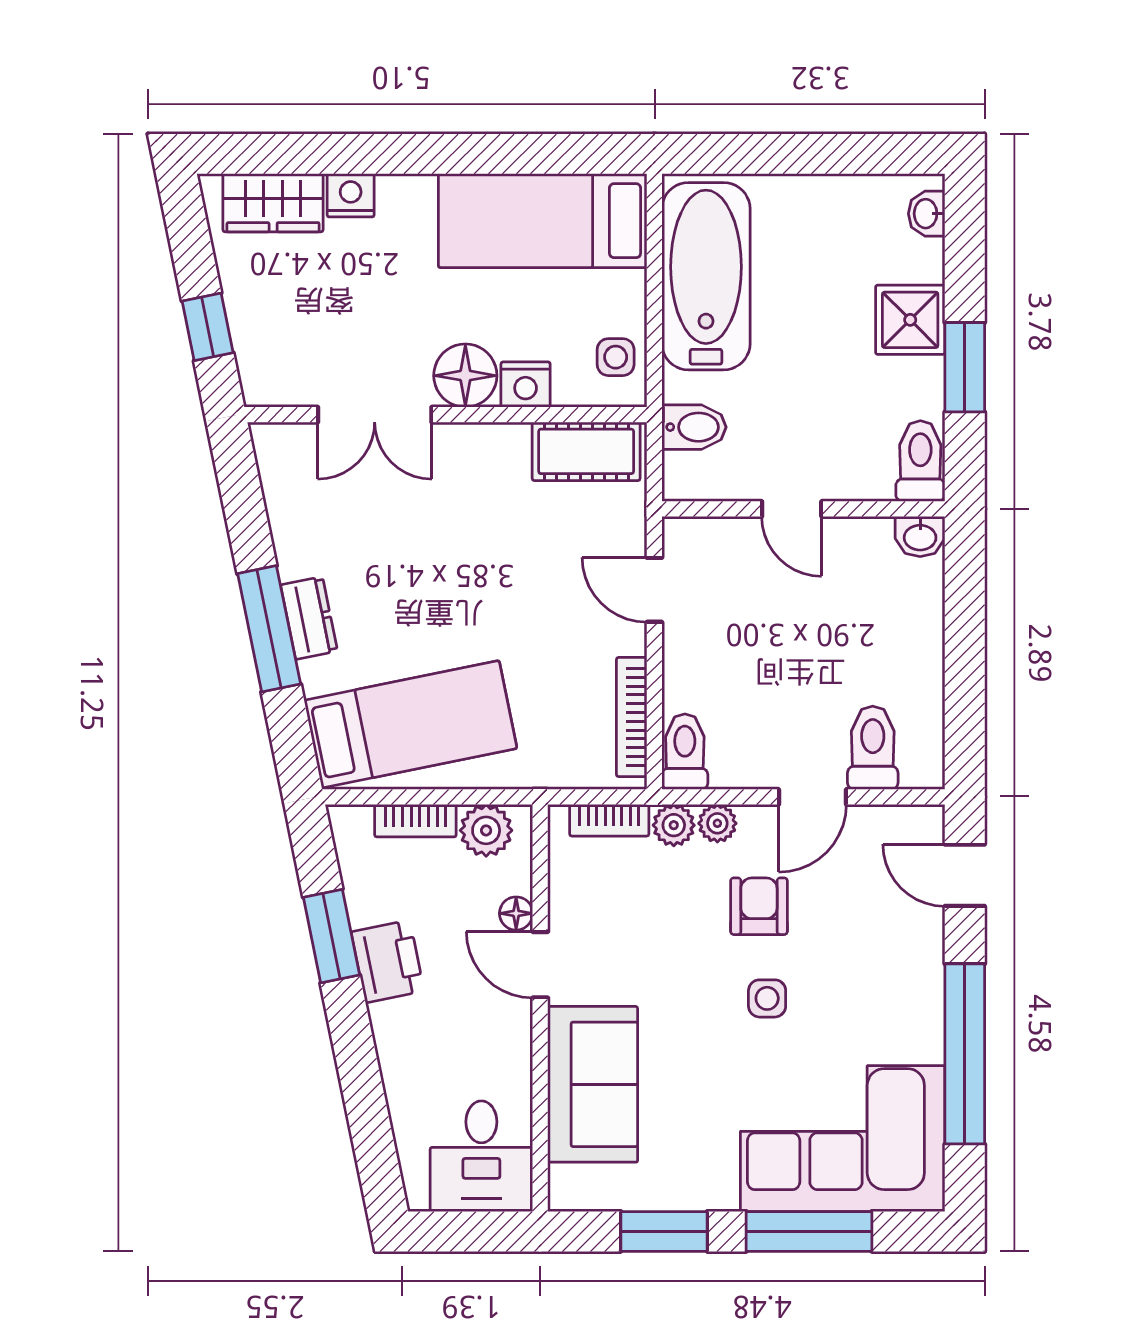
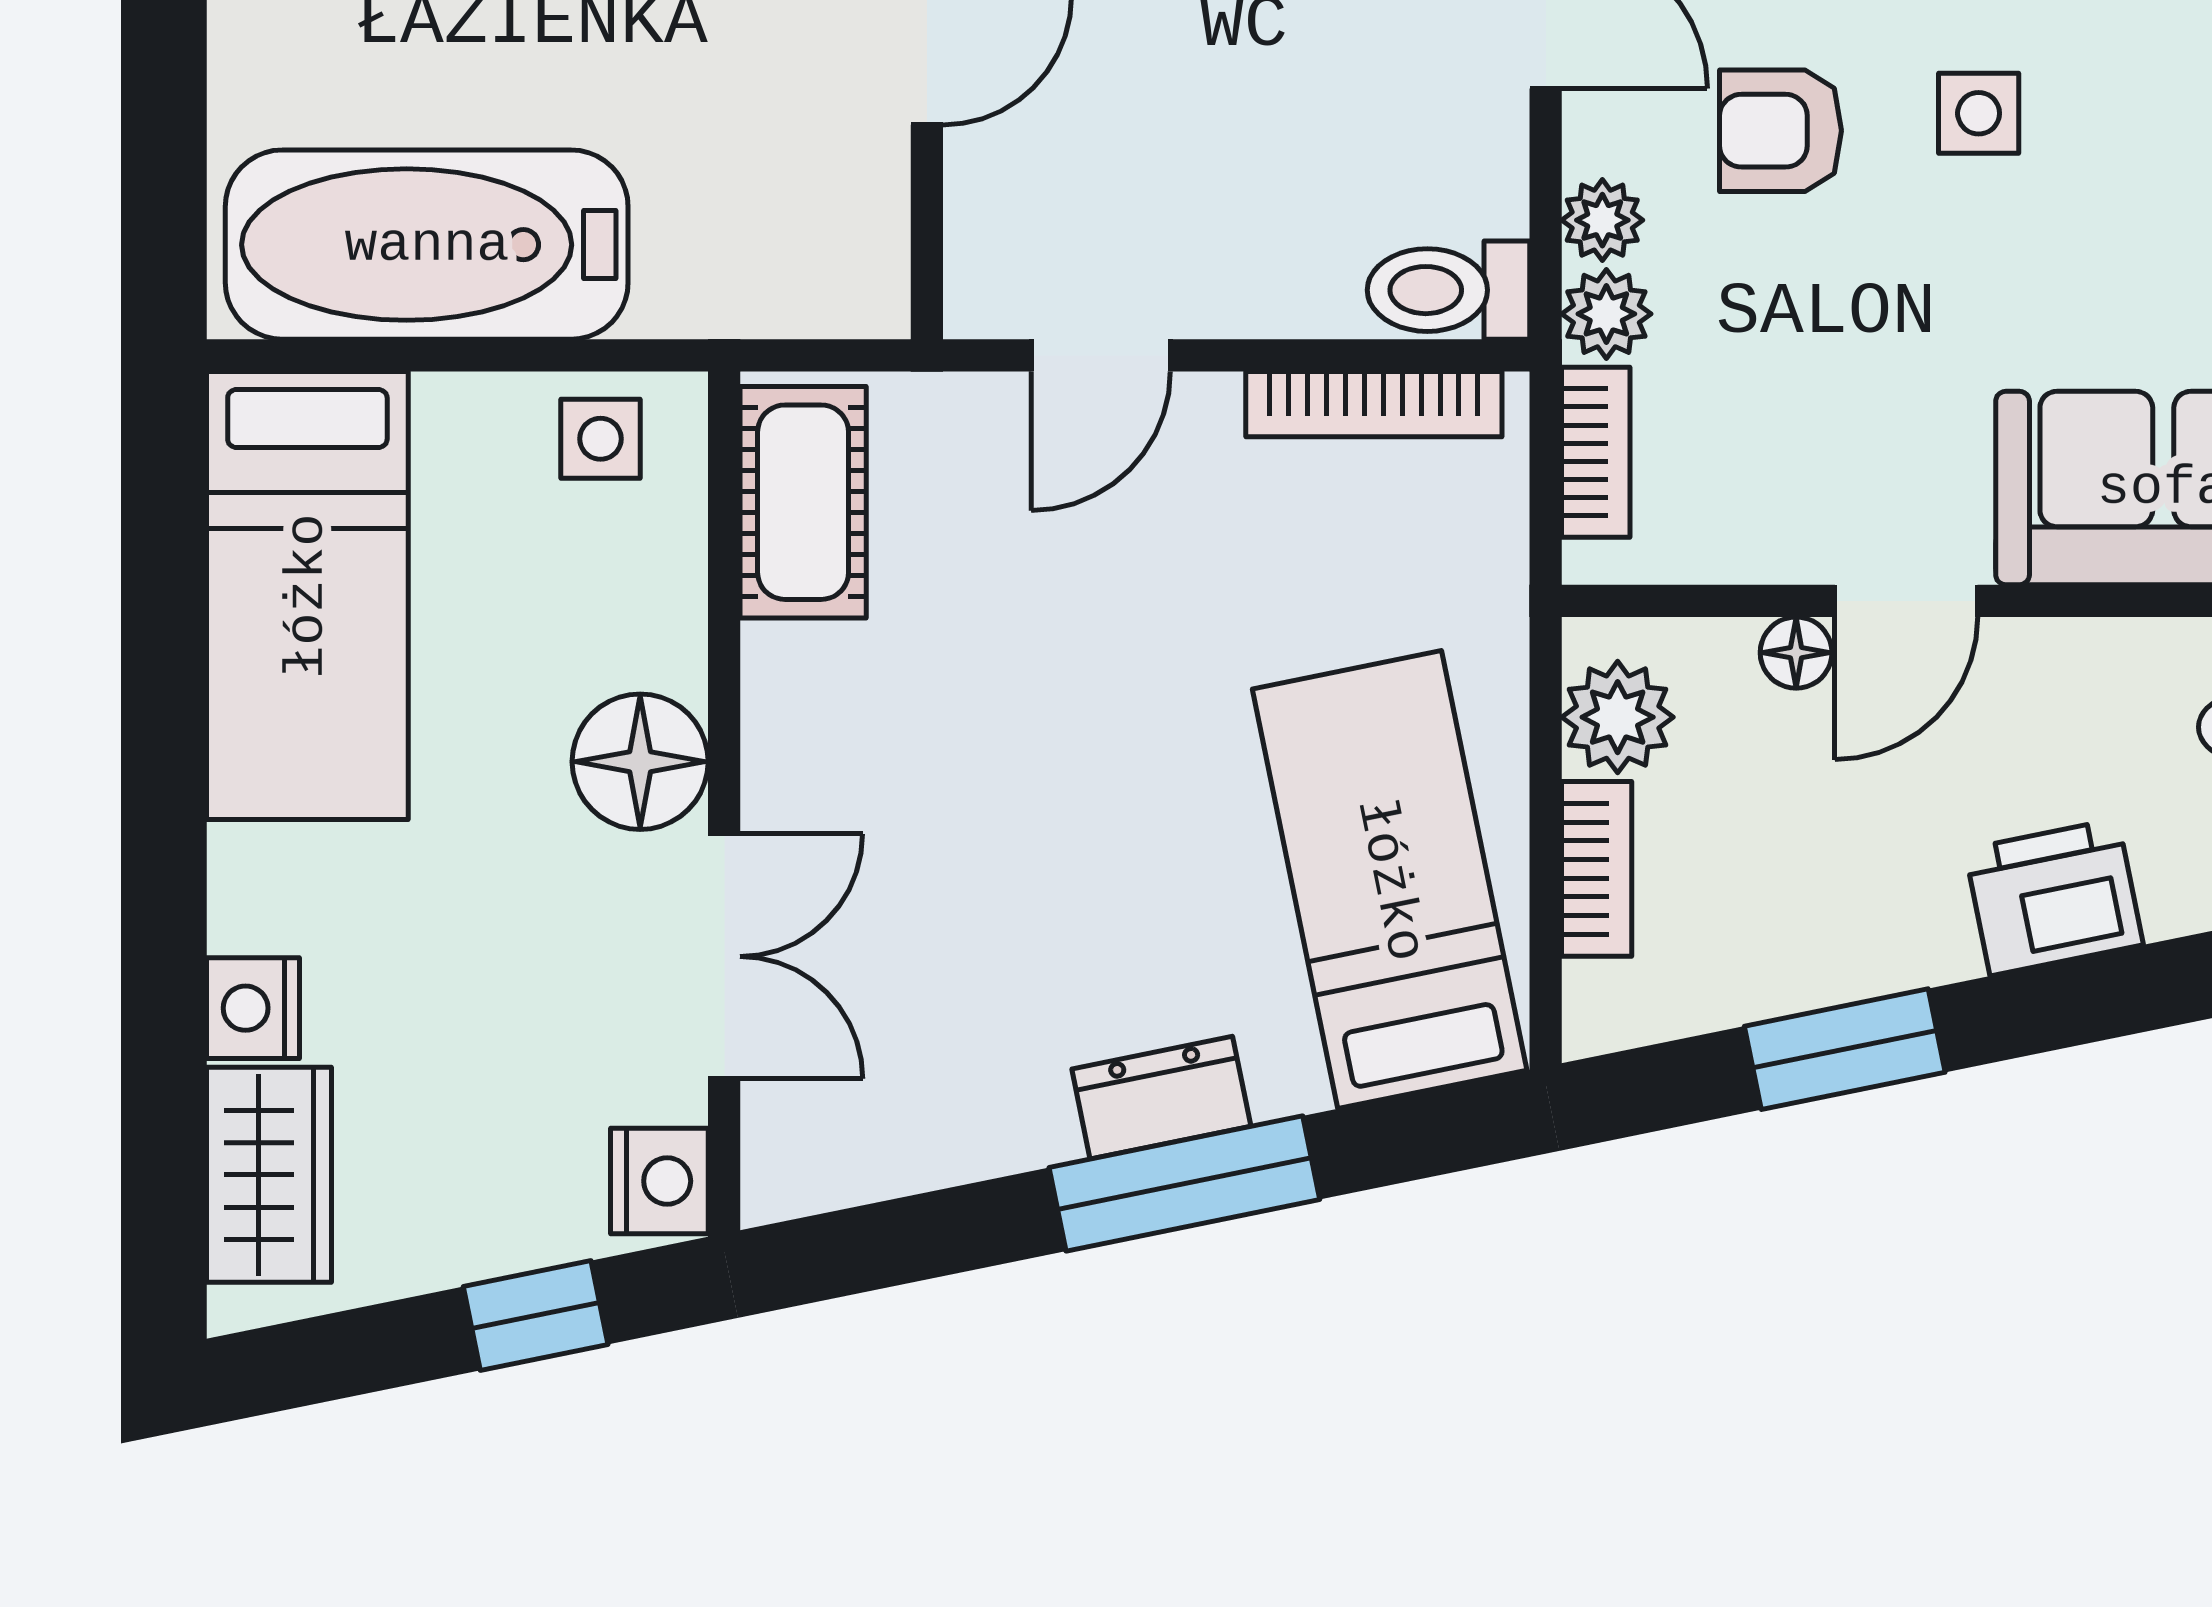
nightstand: (526, 384) -> (659, 1181), moved
bidet: (694, 427) -> (751, 270), removed
printer: (388, 961) -> (2054, 897), moved

